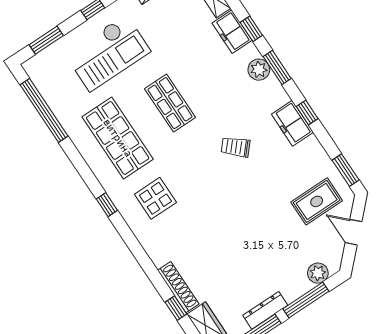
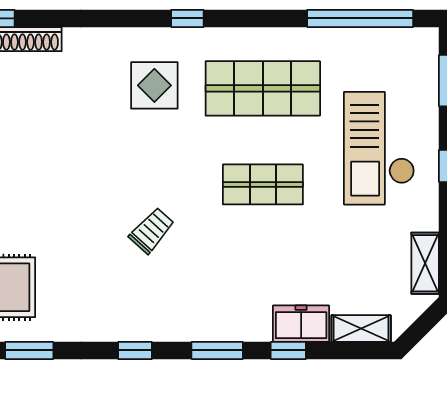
plant: (259, 70) -> (230, 326), removed
freezer: (292, 123) -> (134, 323), removed

